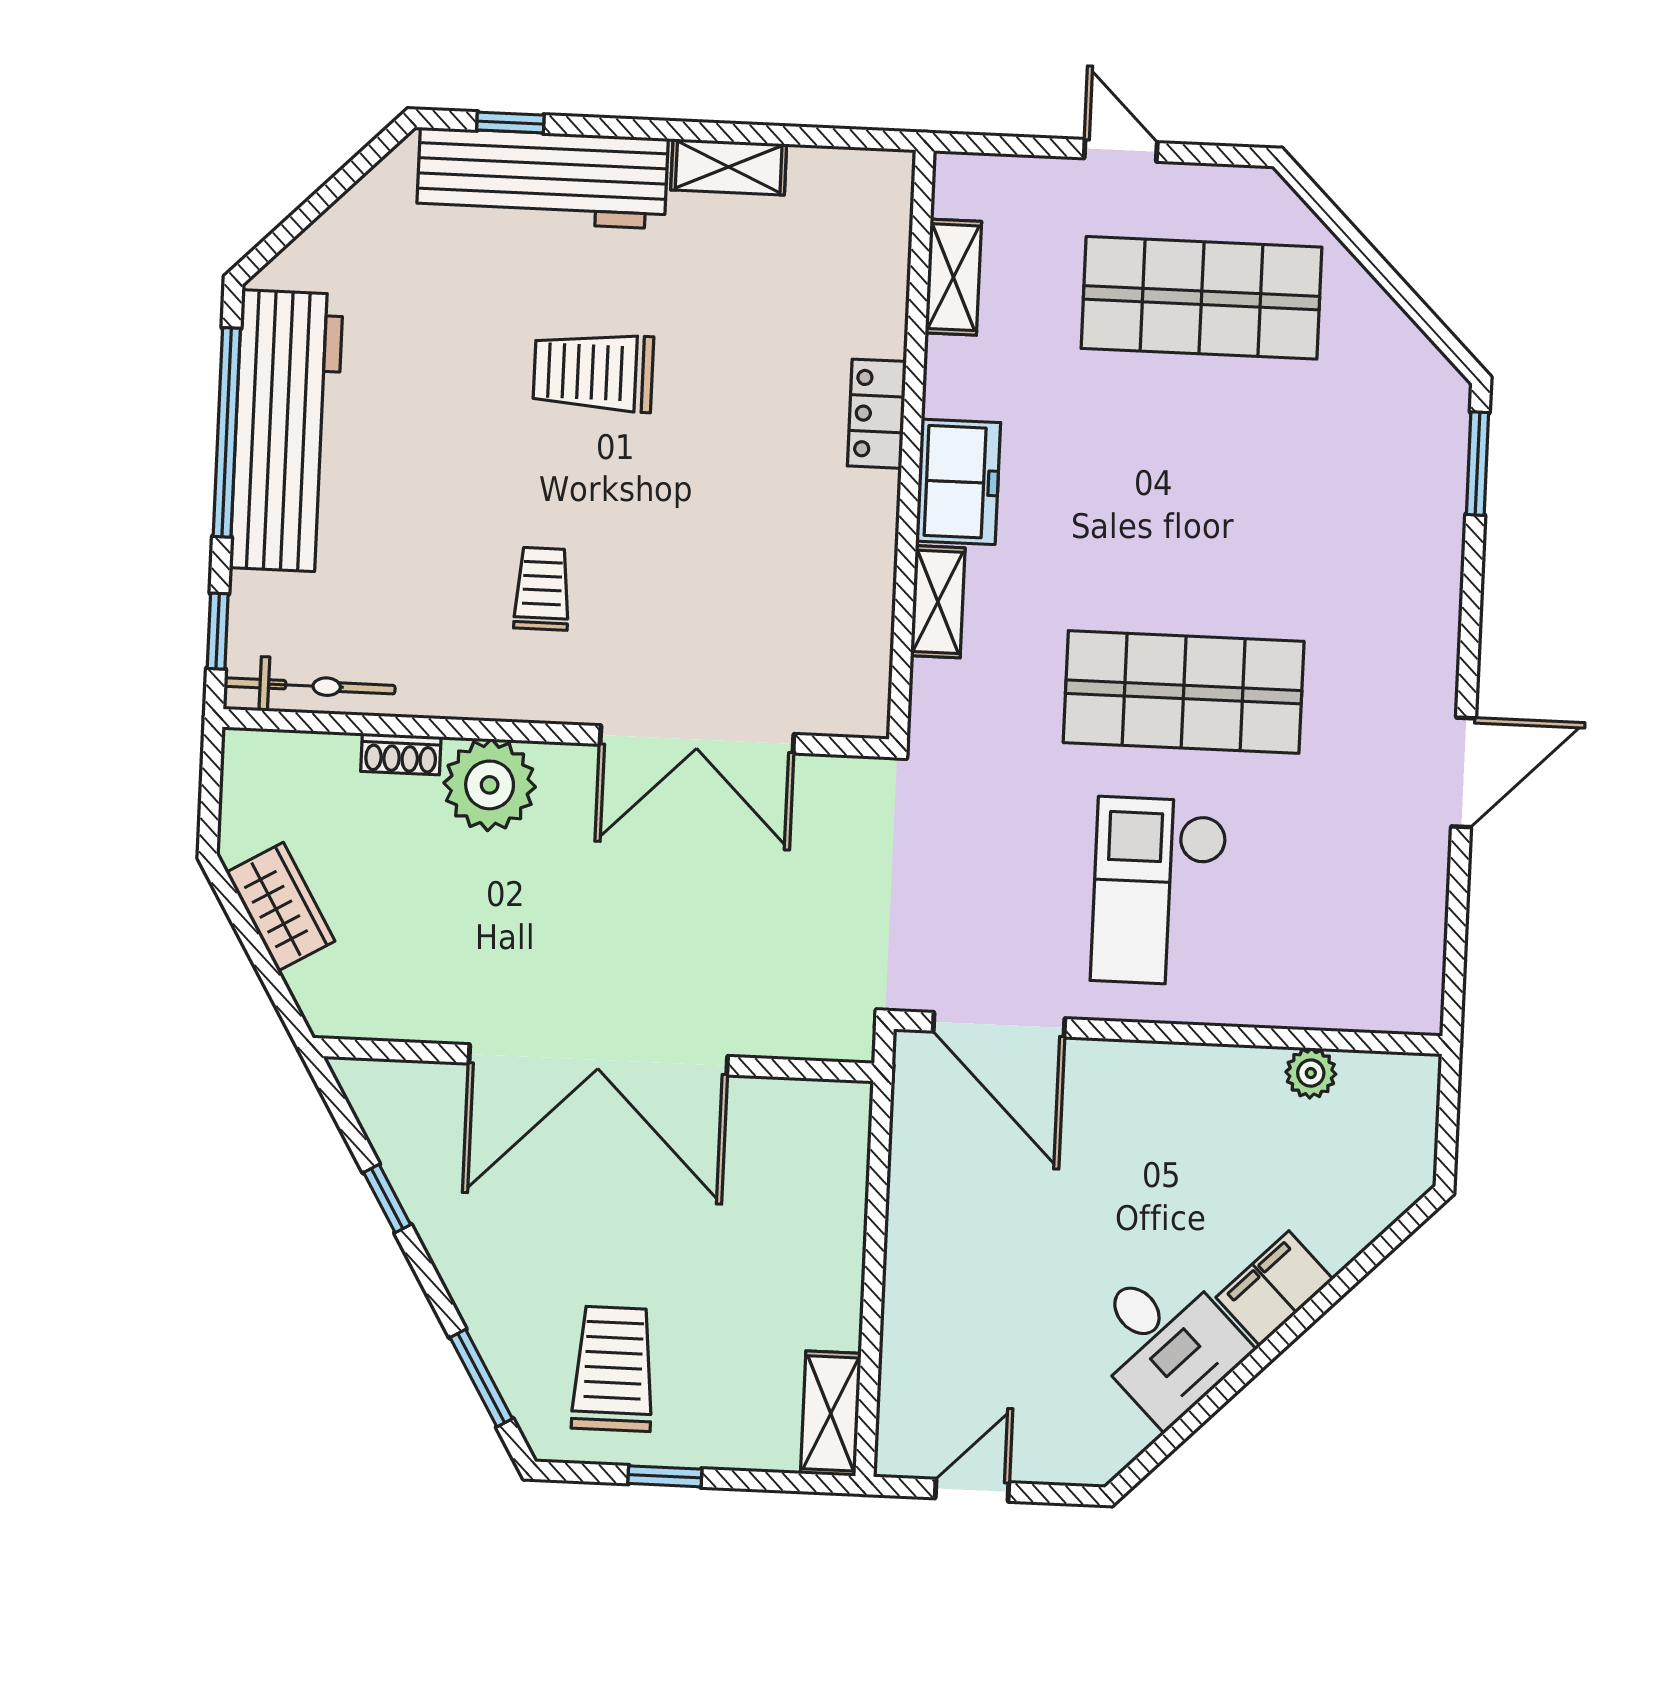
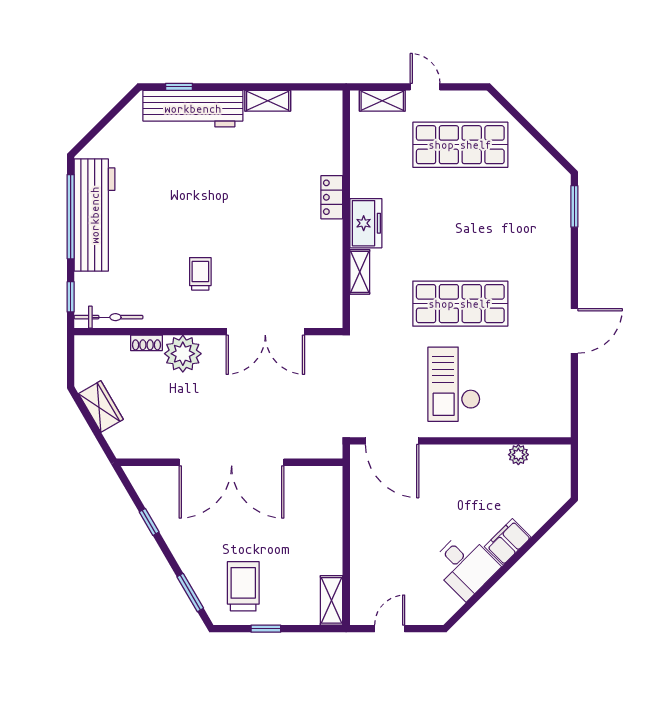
shelving: (953, 277) -> (382, 101), moved, turned 90
trolley: (593, 372) -> (217, 186), removed

